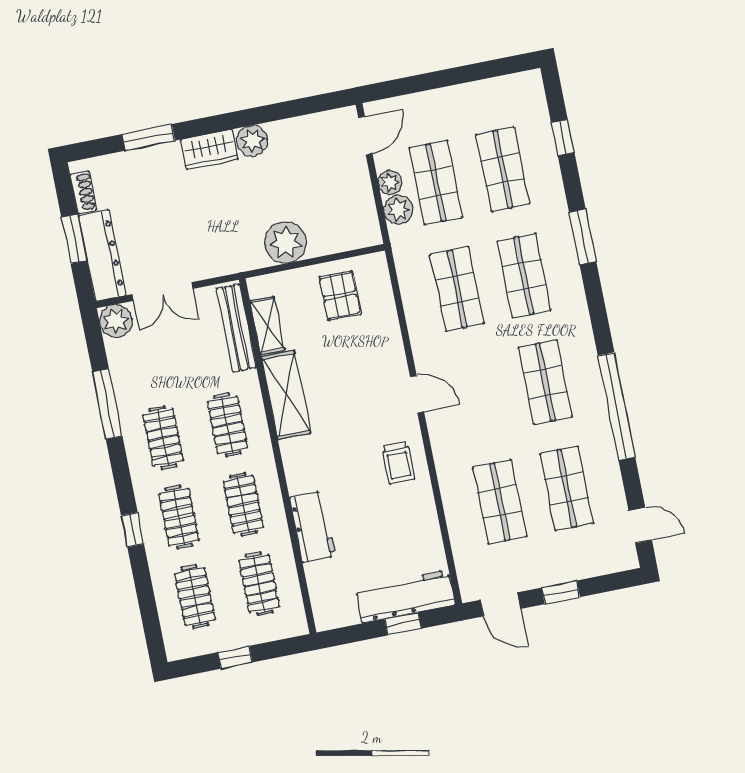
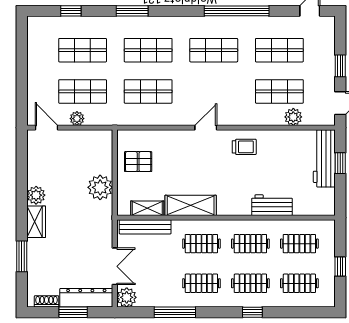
plant: (398, 210) -> (293, 117), moved

